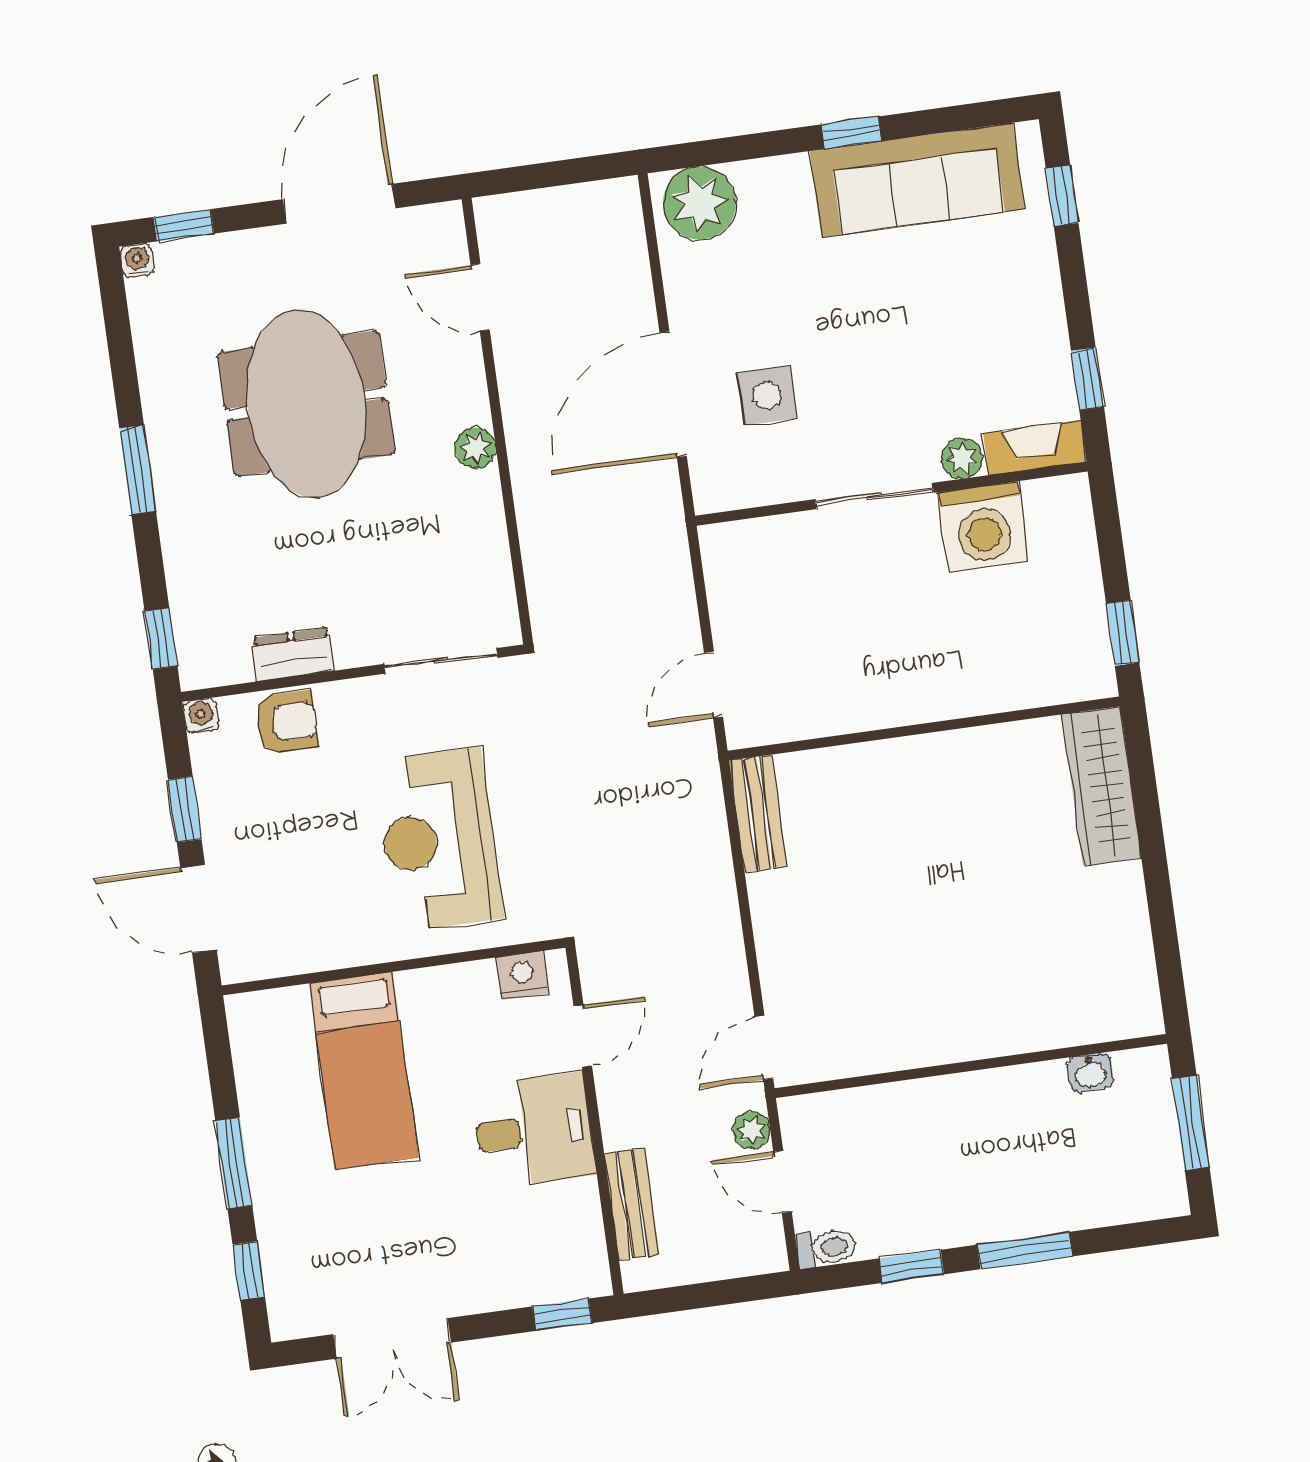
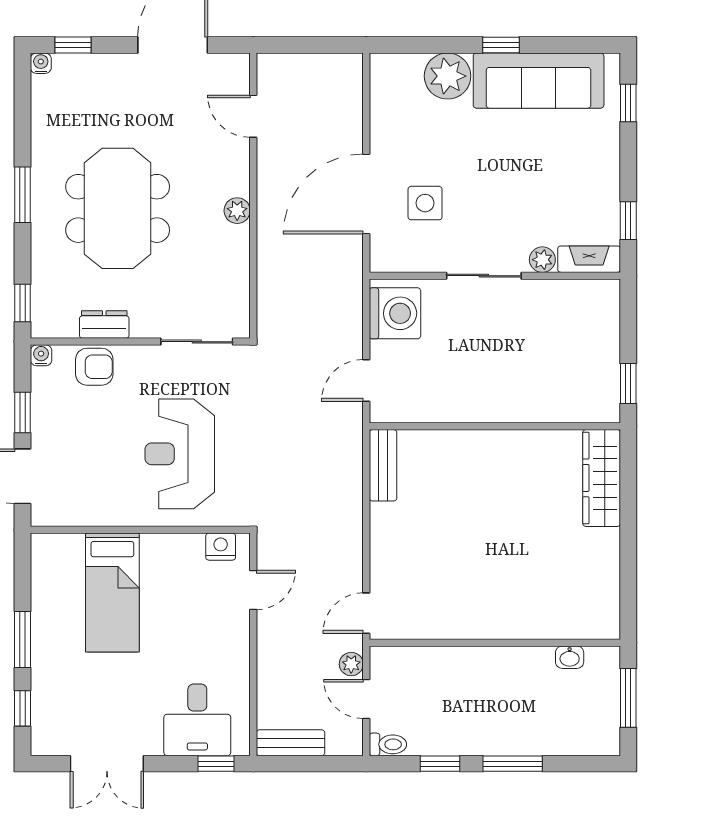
plant: (699, 203) -> (448, 76), moved
meeting table: (306, 404) -> (118, 208), moved
washing machine: (983, 527) -> (395, 313), moved, turned -90
desk: (534, 1130) -> (197, 720), moved, turned 90
bench: (632, 1204) -> (291, 743), moved, turned 90

